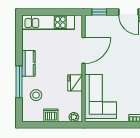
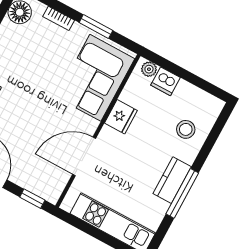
window: (19, 82) -> (182, 193), moved
dishwasher: (51, 115) -> (165, 81), moved
window: (115, 125) -> (96, 27), added

